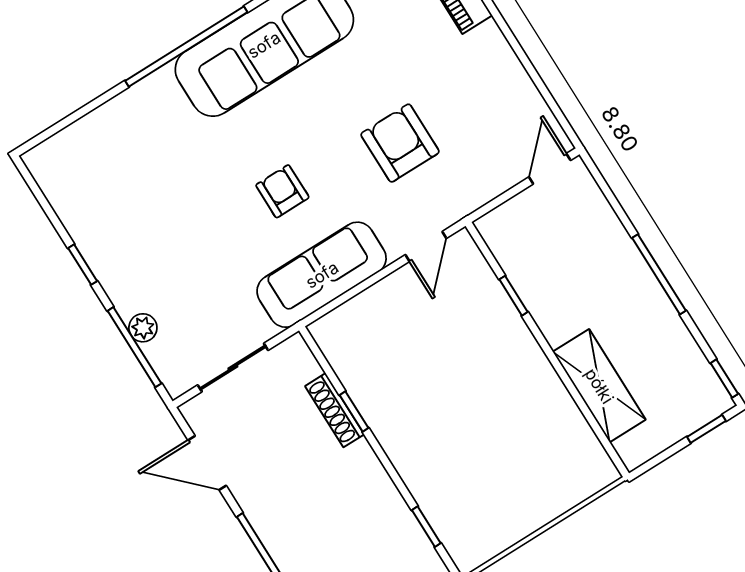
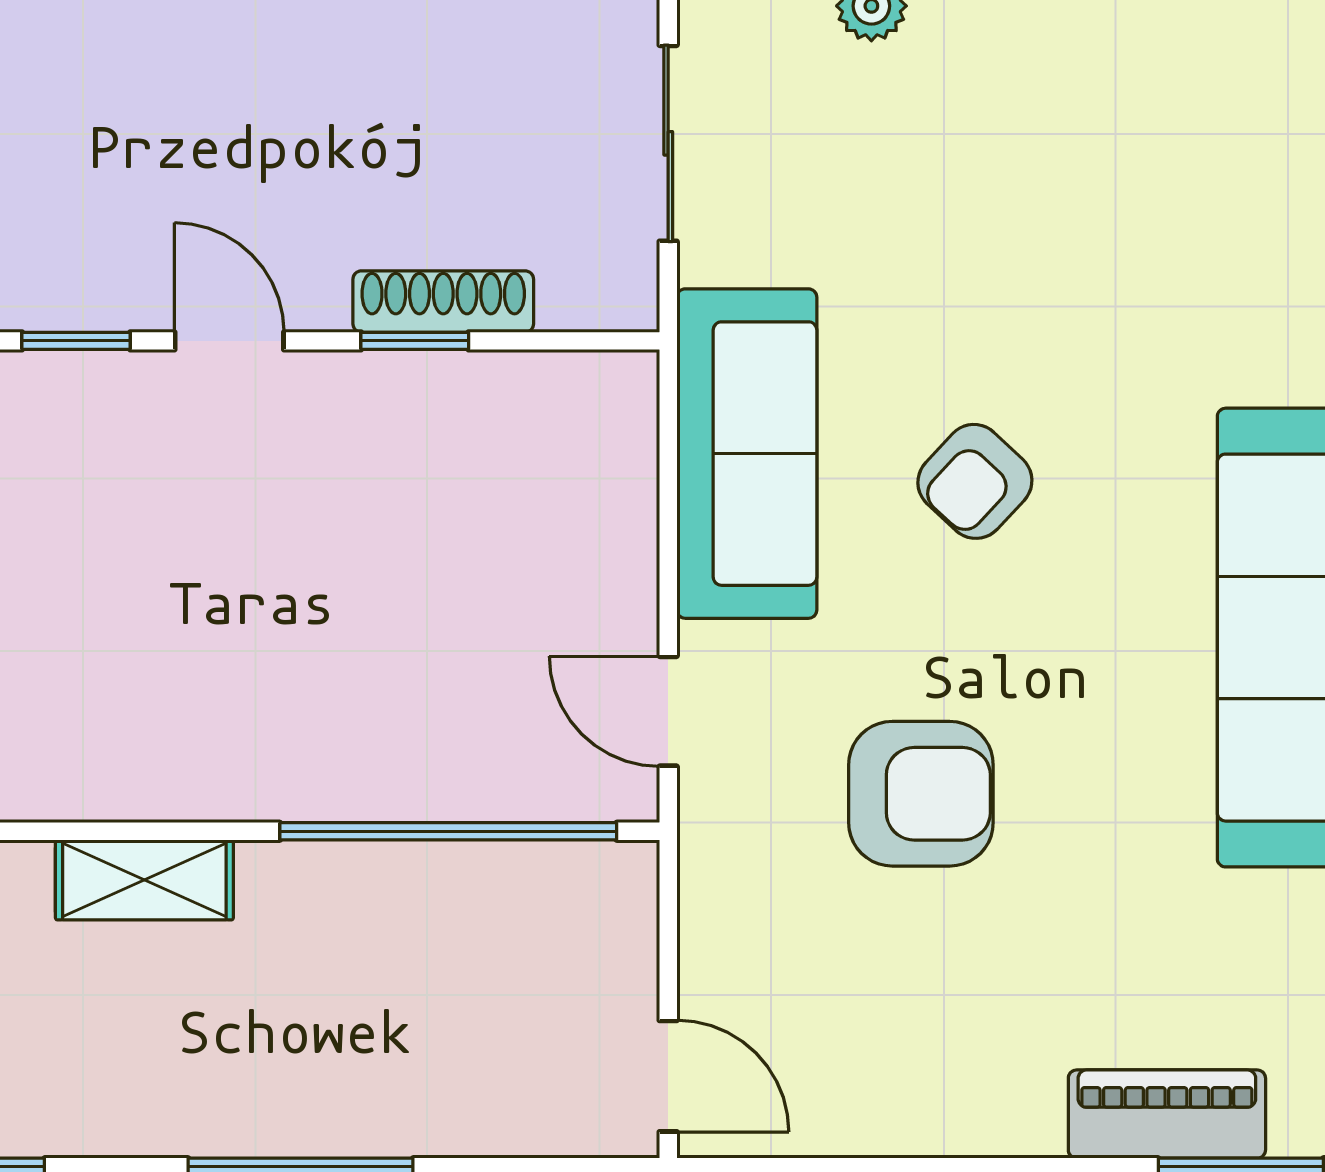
armchair: (282, 191) -> (975, 481), turned 133
window: (513, 296) -> (448, 831), width x3.17
shelving: (599, 386) -> (144, 880), width x0.67, depth x0.75
door: (394, 475) -> (229, 341), added

